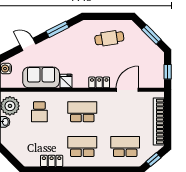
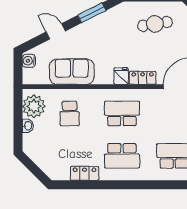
fridge: (66, 81) -> (121, 76), moved
school desk: (82, 147) -> (122, 156), turned 180

